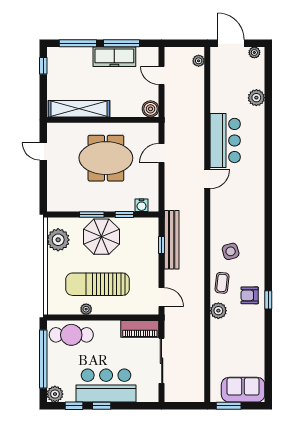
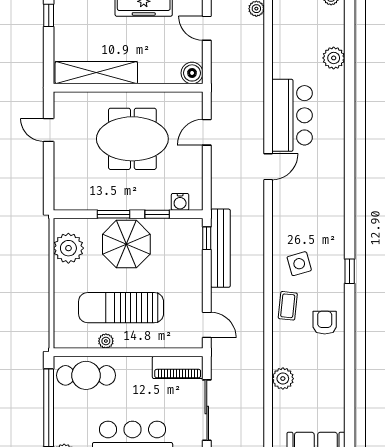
window: (162, 245) -> (207, 238), moved
armchair: (250, 295) -> (325, 323), turned 90
window: (268, 300) -> (350, 271), moved
plant: (218, 311) -> (283, 379), moved

